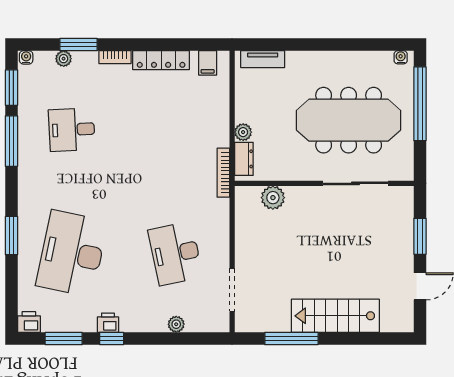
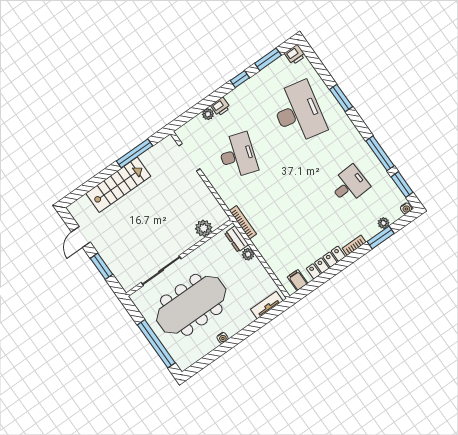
water cooler: (401, 57) -> (222, 338), moved
desk: (175, 253) -> (238, 155), turned 30
printer: (108, 323) -> (220, 107), moved

